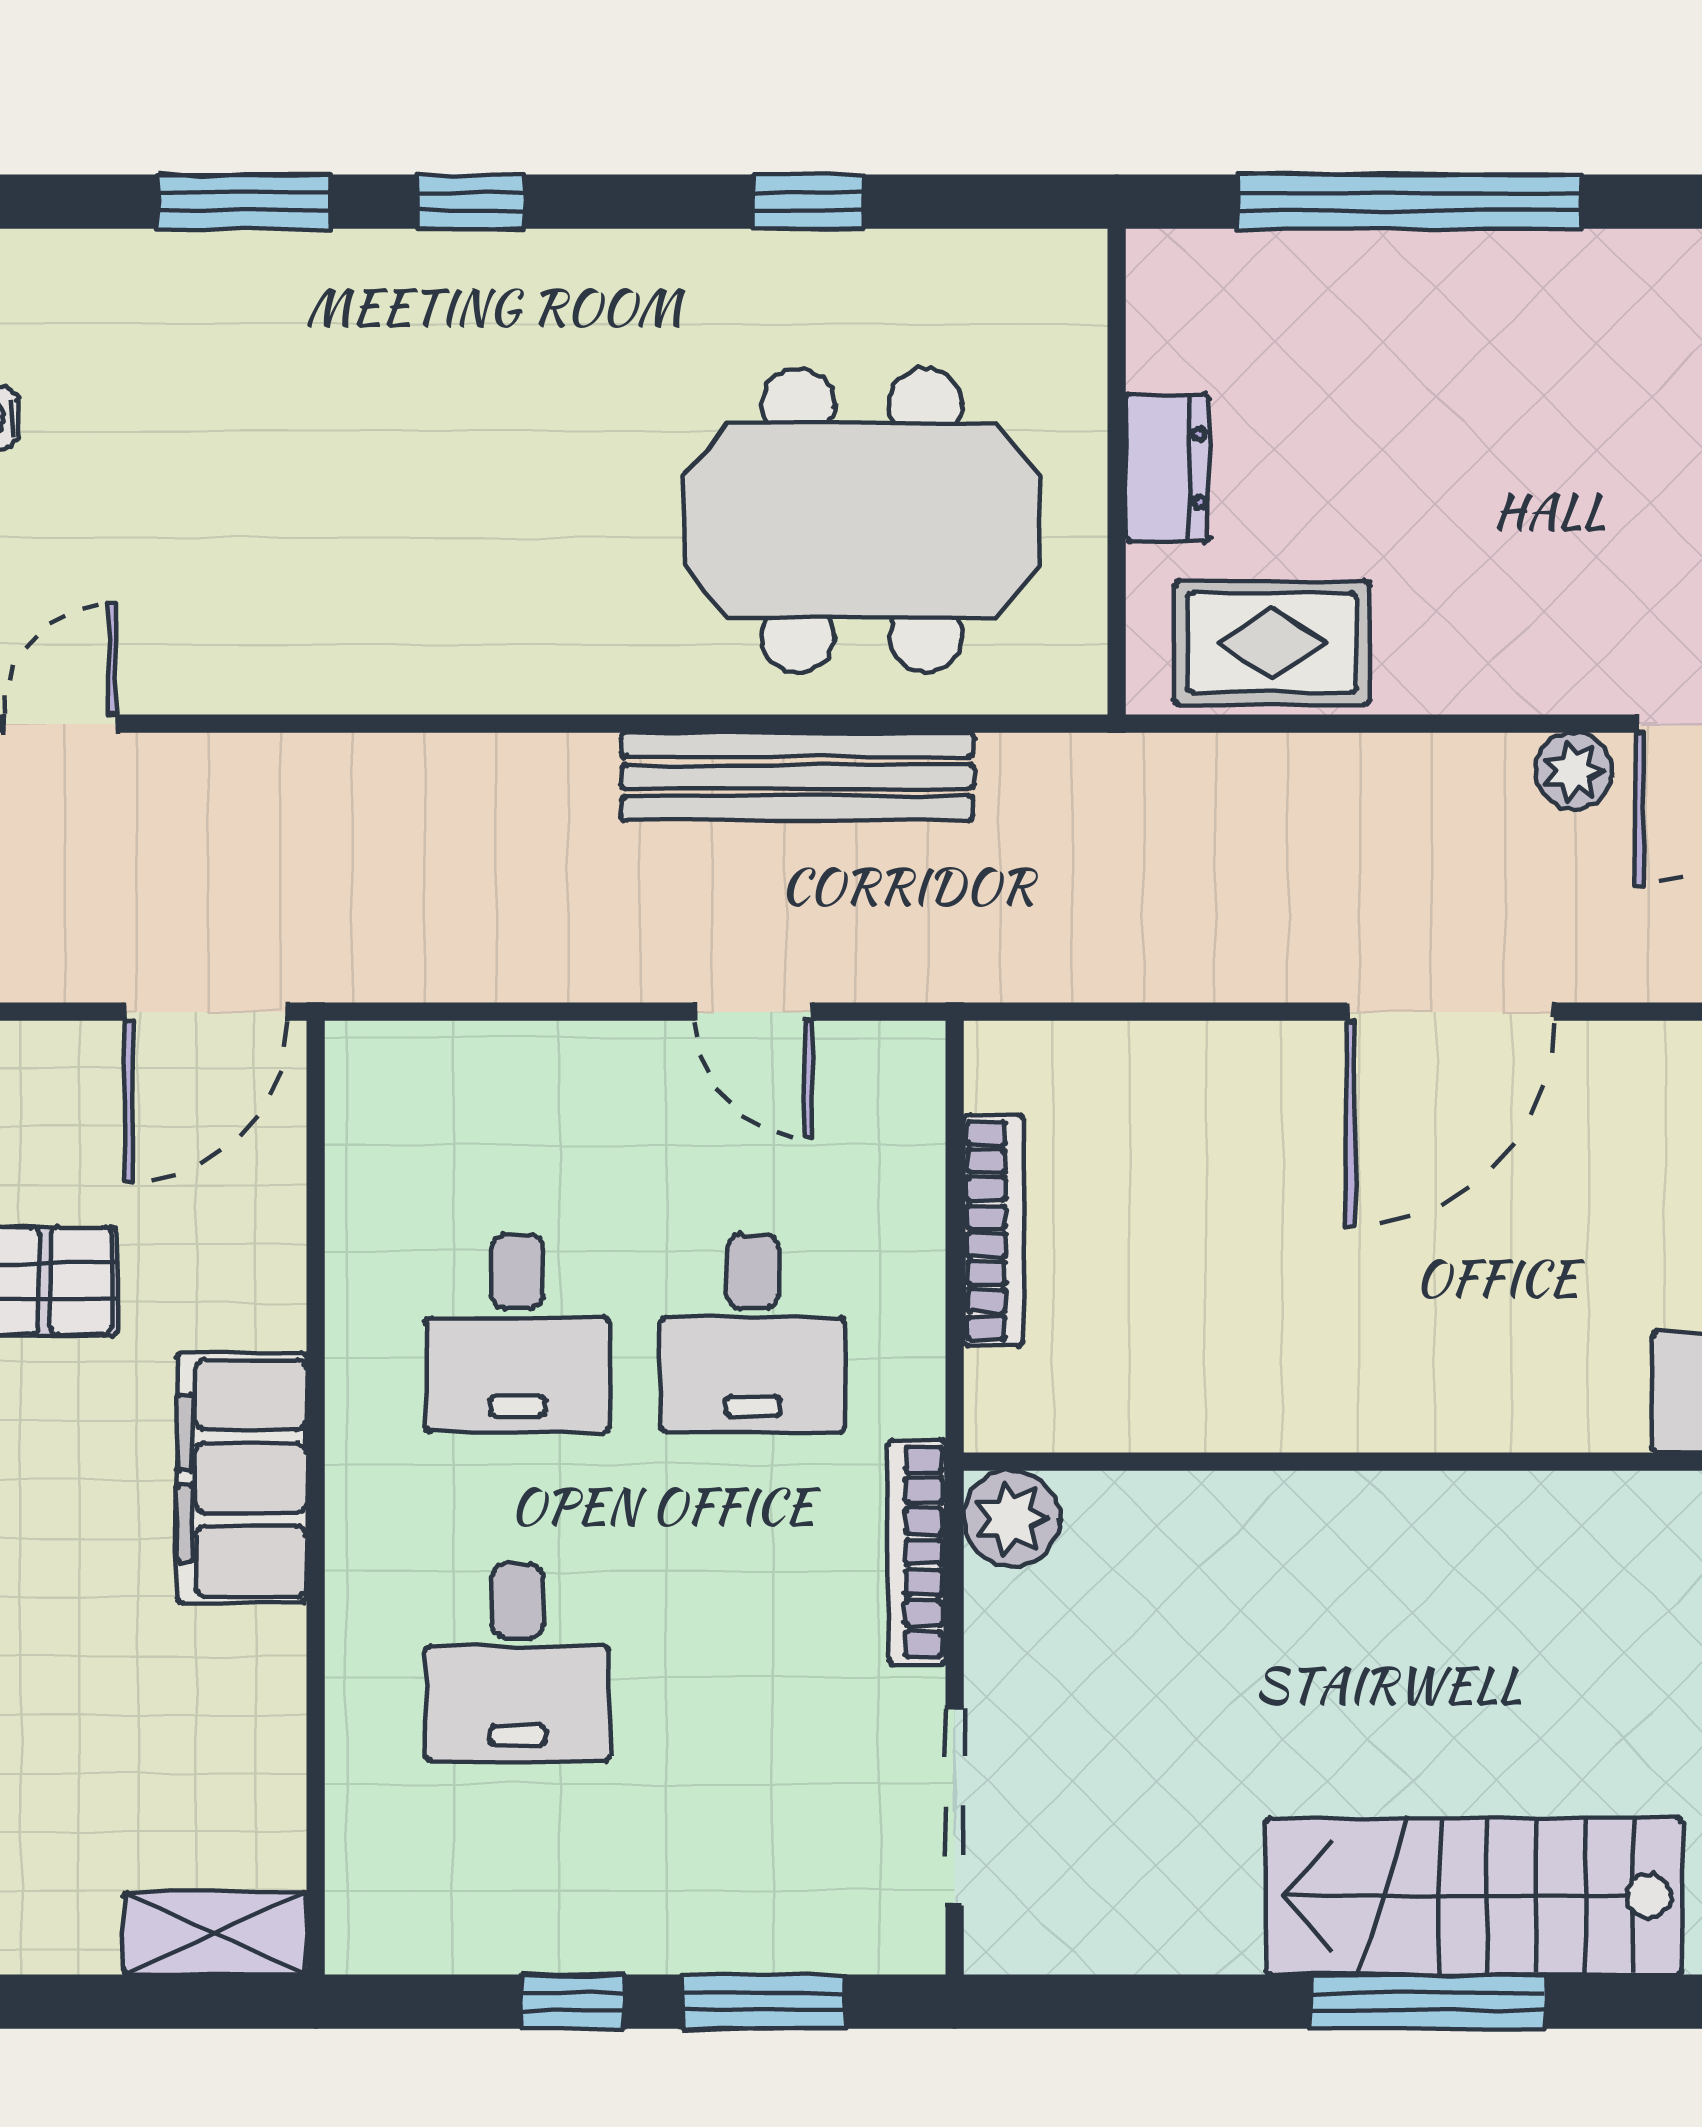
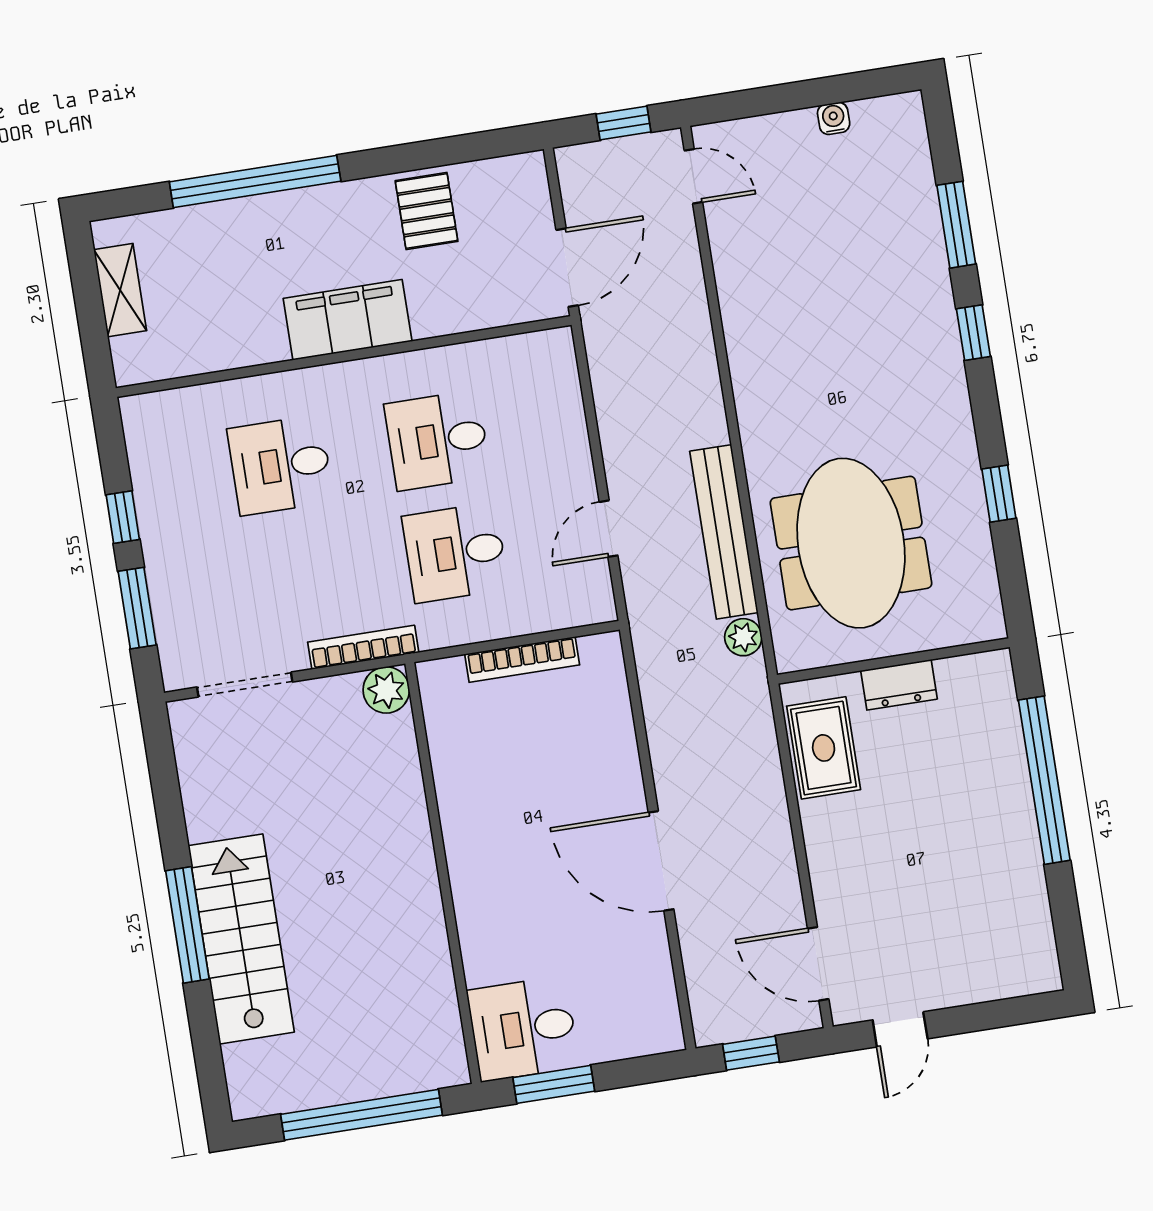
plant: (1573, 771) -> (743, 637), moved
door: (206, 1012) -> (567, 268), swing flipped
shelving: (215, 1933) -> (120, 290), moved

